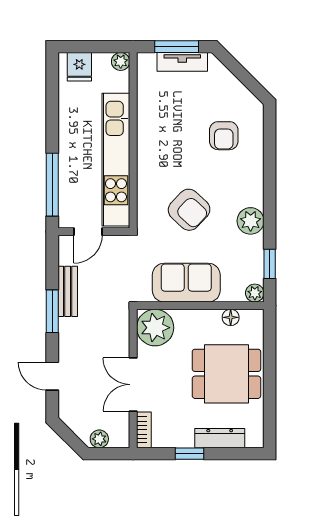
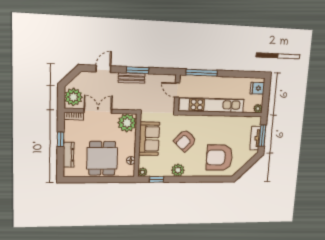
armchair: (224, 136) -> (219, 158), width x1.88, depth x1.88
bench: (68, 291) -> (132, 78), moved
plant: (99, 439) -> (73, 97), width x1.88, depth x1.88

